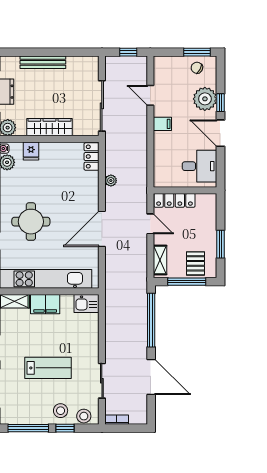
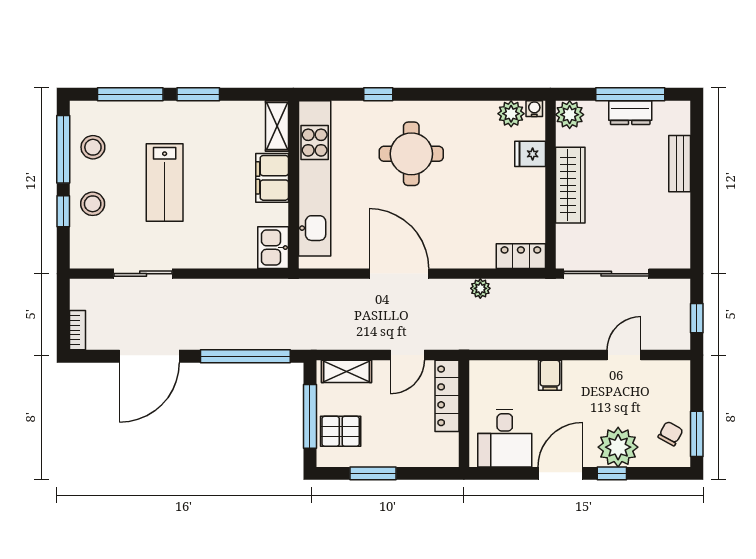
bench: (43, 62) -> (680, 164), width x0.73
filing cabinet: (162, 124) -> (550, 375), moved
stool: (84, 416) -> (93, 147), moved
bookcase: (117, 420) -> (77, 330), moved

